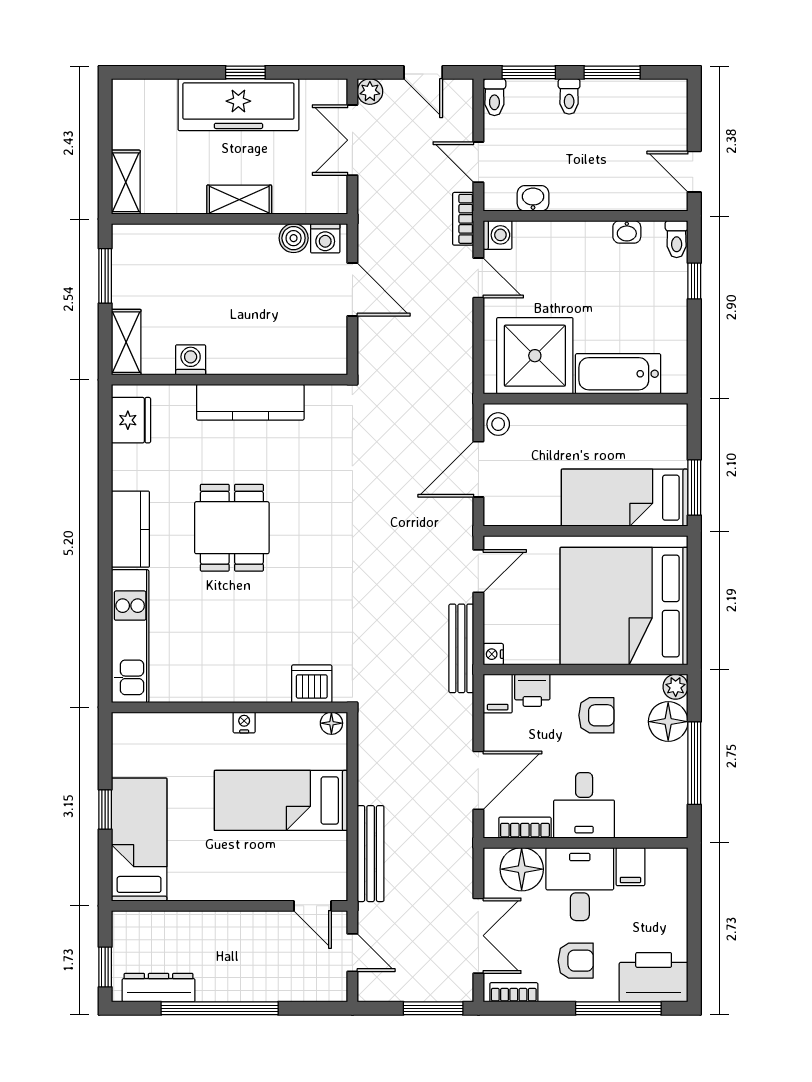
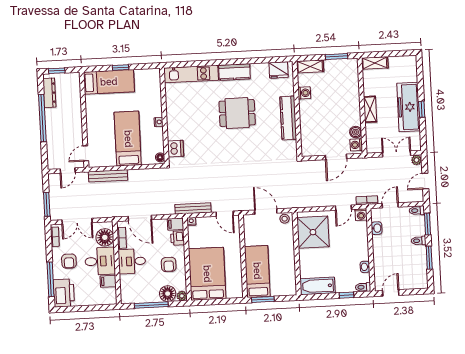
bathtub: (618, 374) -> (317, 286), moved, turned -90
bed: (624, 606) -> (207, 274), width x0.73

